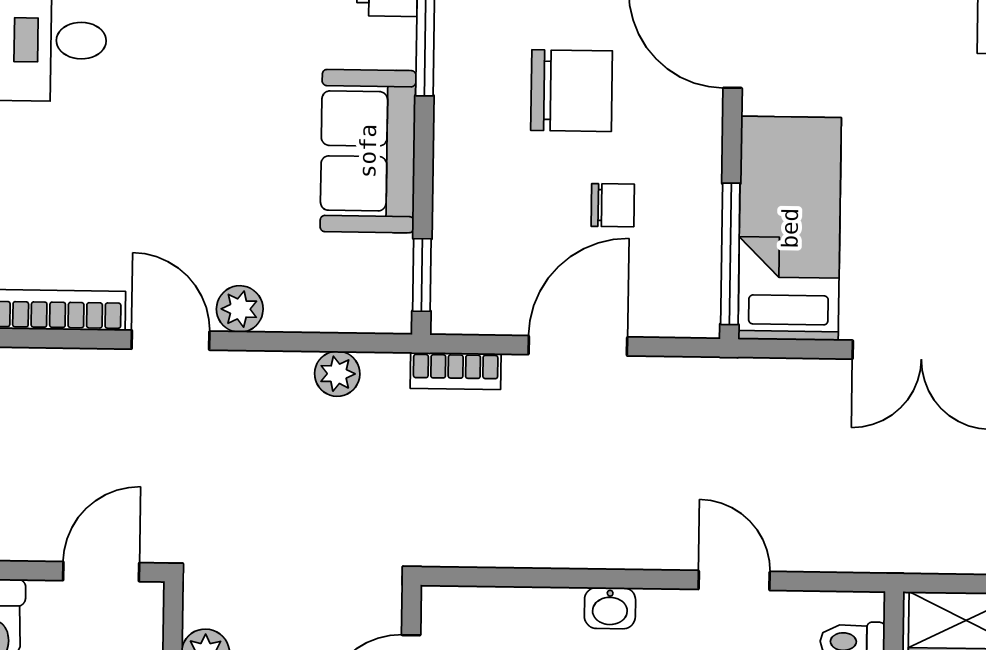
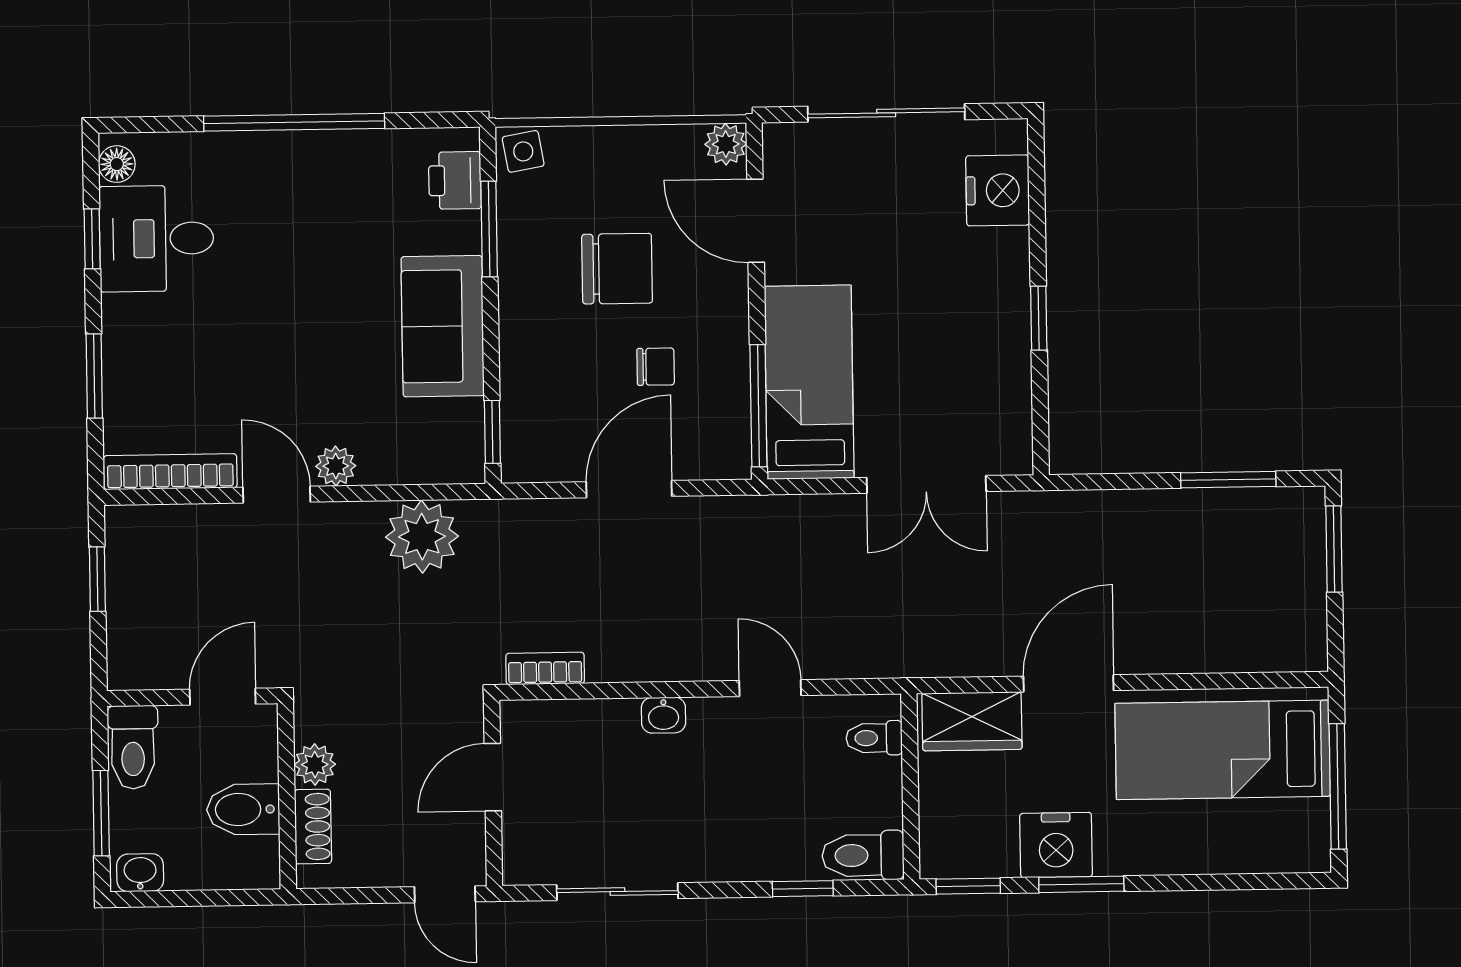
bookcase: (456, 371) -> (545, 668), moved, turned 180
plant: (337, 374) -> (422, 537), width x1.87, depth x1.87

